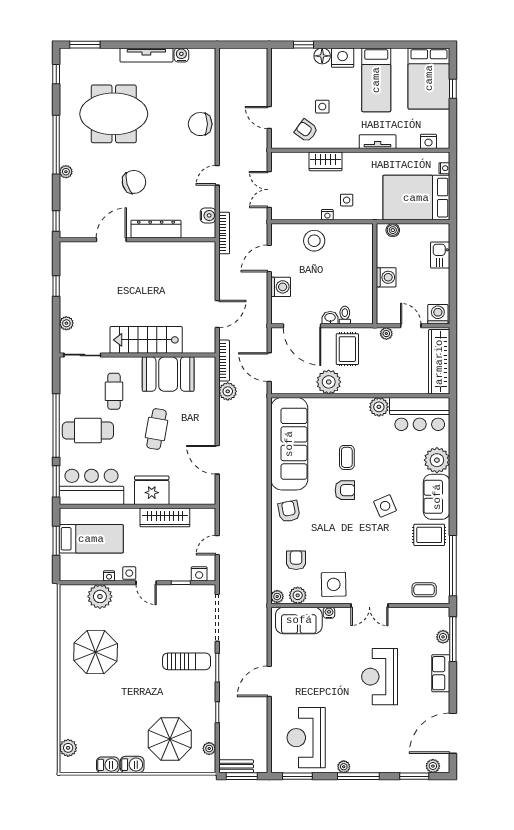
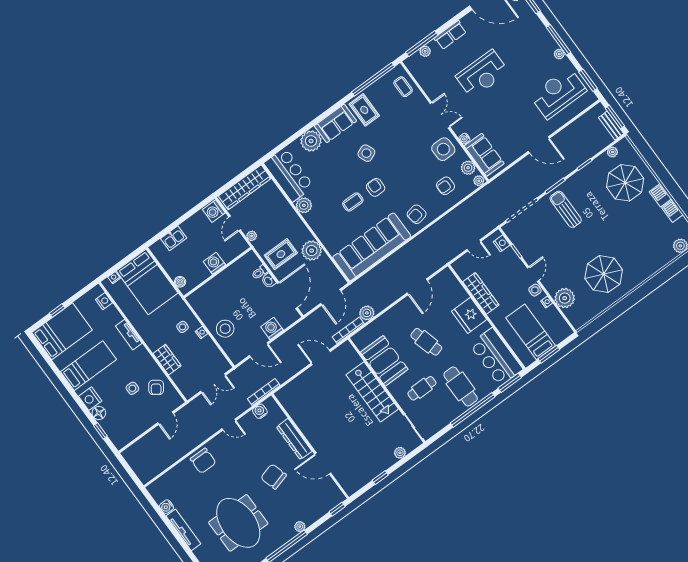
cafe table: (157, 429) -> (426, 342), turned 64
reception desk: (306, 738) -> (558, 93), turned 180

